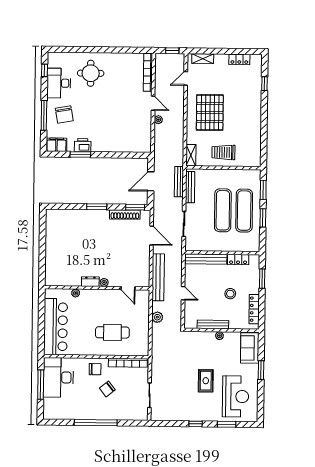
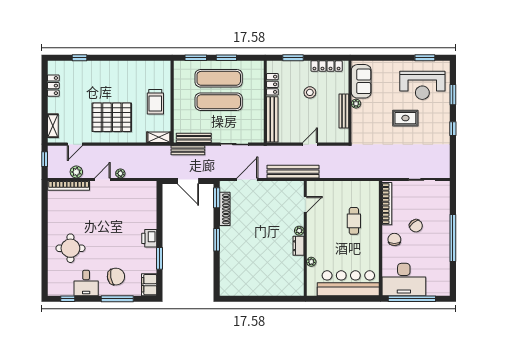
door: (186, 78) -> (75, 144), hinge flipped
desk: (59, 83) -> (86, 283), width x0.73
printer: (83, 145) -> (149, 238), moved
plant: (157, 317) -> (76, 172), moved
cafe table: (112, 332) -> (354, 221), width x0.73, depth x0.74
sofa: (250, 348) -> (361, 81), moved, turned -90
window: (261, 370) -> (425, 58), moved
window: (41, 385) -> (412, 299), width x1.46
reception desk: (235, 396) -> (422, 85), turned 180

